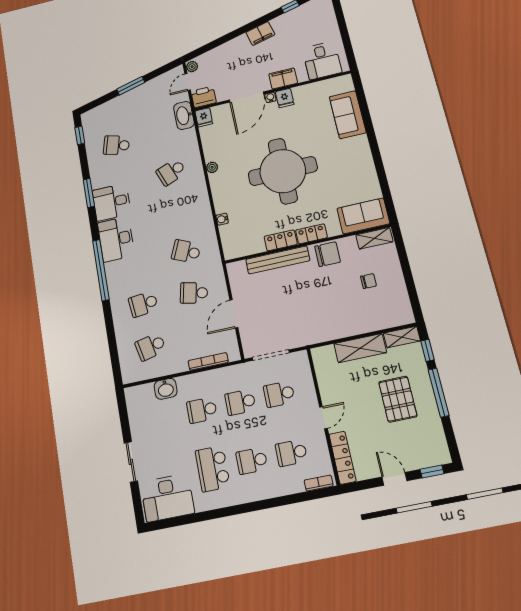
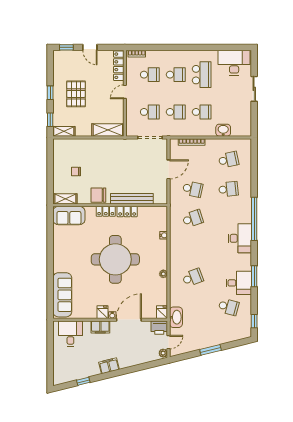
sofa: (348, 115) -> (62, 295), width x1.36
desk: (112, 202) -> (239, 283), moved
school desk: (186, 251) -> (193, 219), turned -42
shelving: (360, 348) -> (108, 130), moved
window: (439, 393) -> (50, 93), width x0.46

